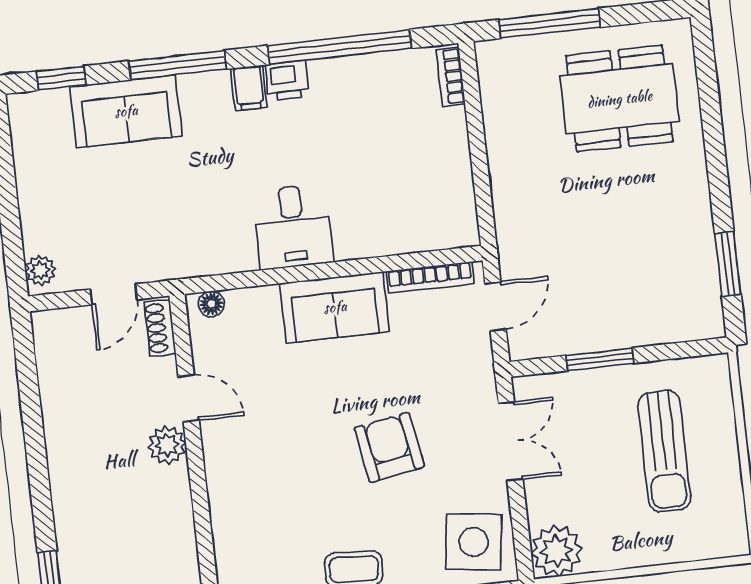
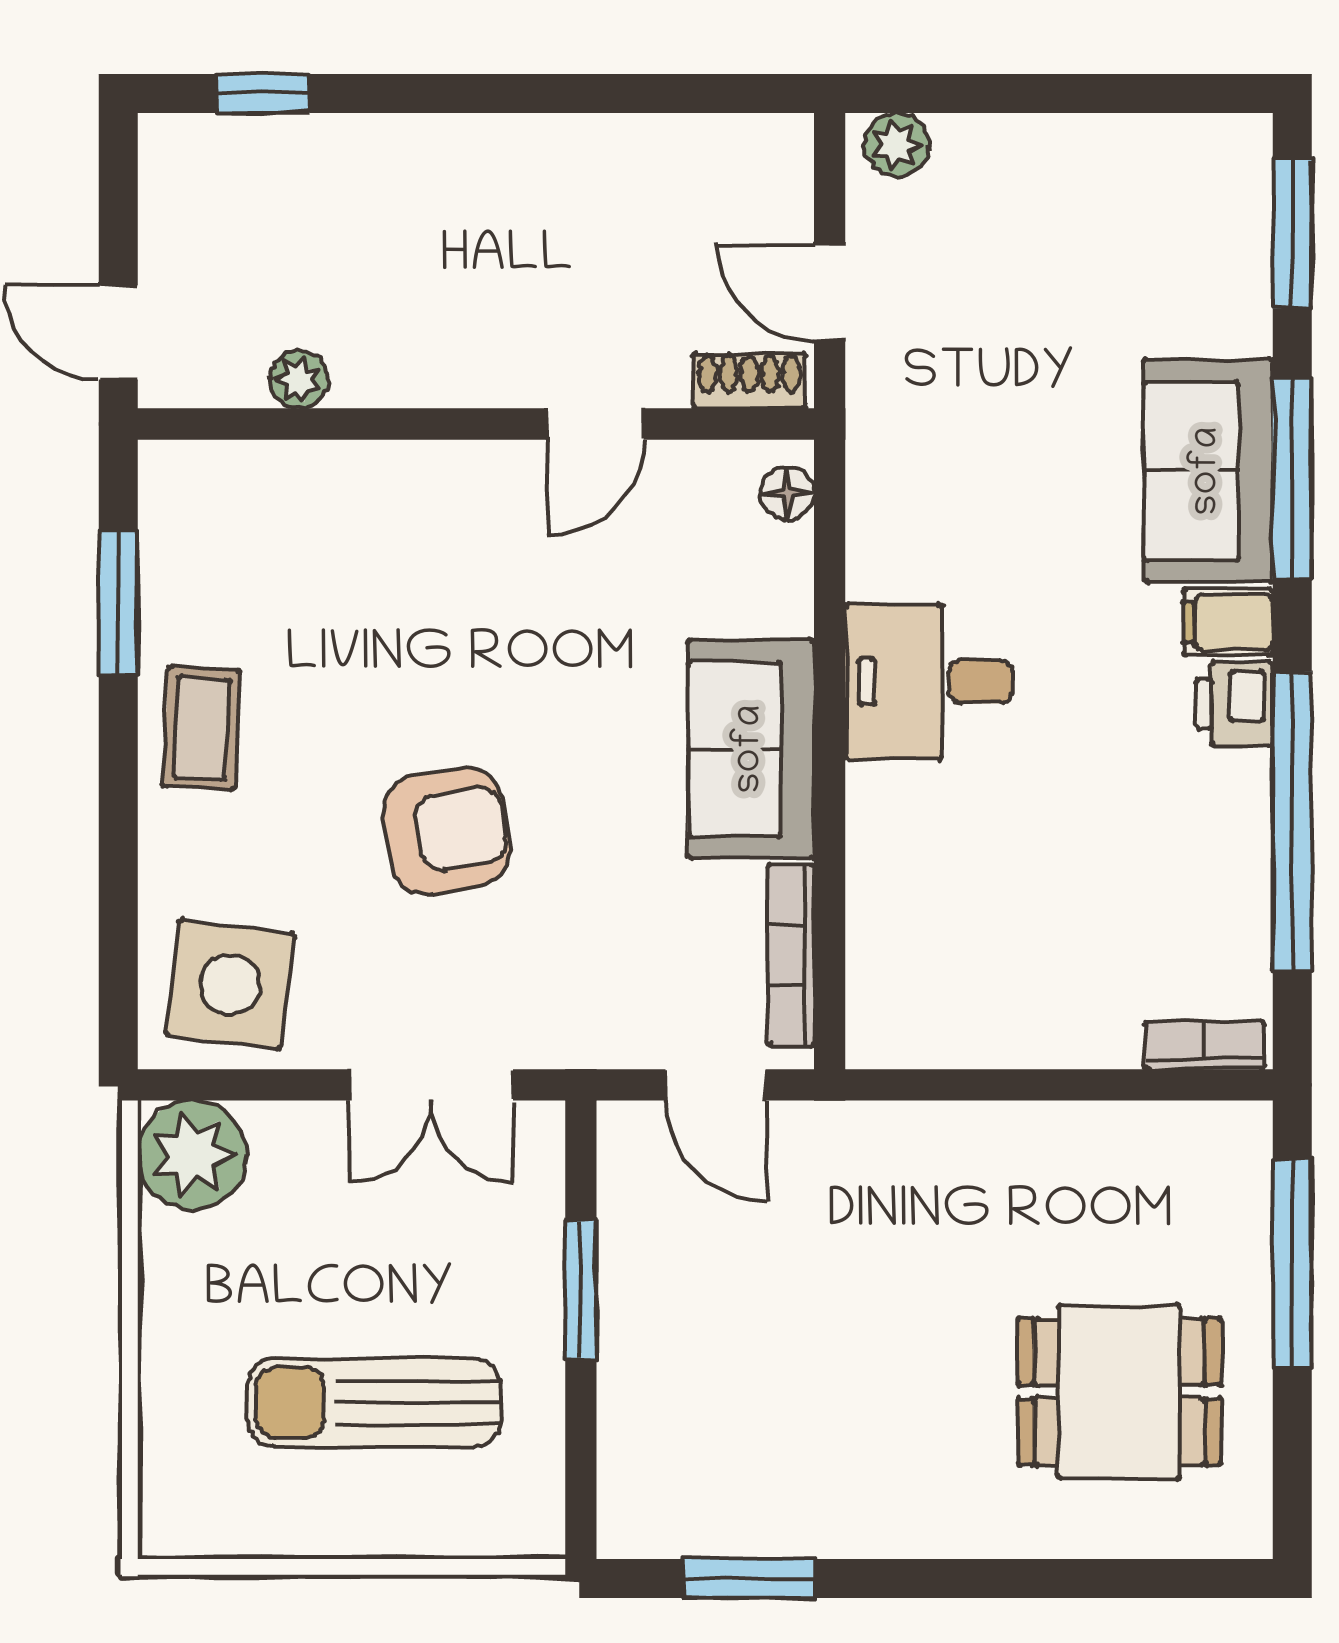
window: (61, 78) -> (1292, 233), width x1.50
dining table: (620, 99) -> (1119, 1392), width x0.73
sofa: (126, 111) -> (1208, 471), moved
plant: (167, 445) -> (299, 379), moved, width x0.73, depth x0.73

